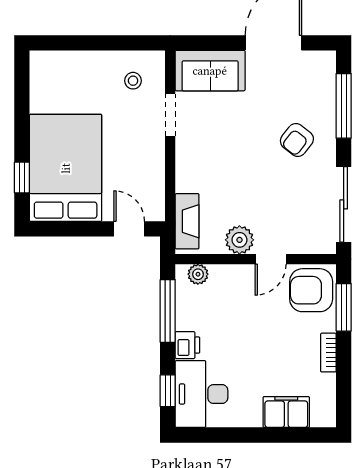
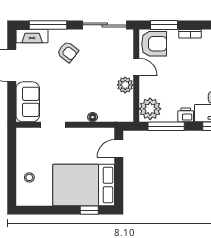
stool: (133, 81) -> (29, 177), moved
floor lamp: (184, 183) -> (93, 117), added
fireplace: (187, 221) -> (32, 36), moved, turned 180
plant: (198, 274) -> (150, 109), width x1.88, depth x1.88
armchair: (311, 290) -> (154, 44), turned -90

